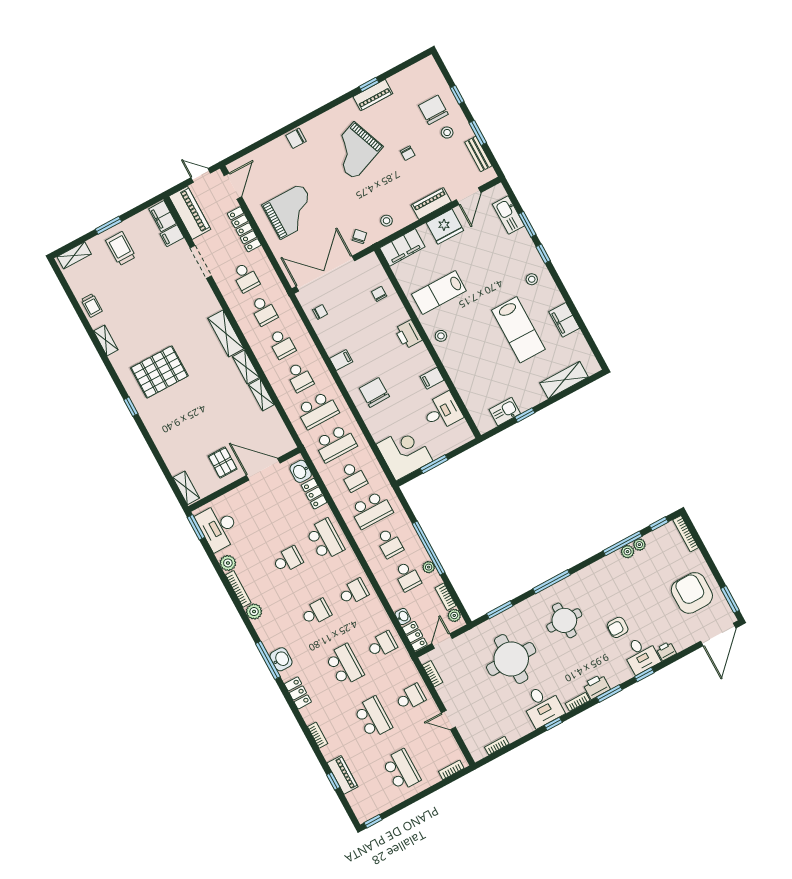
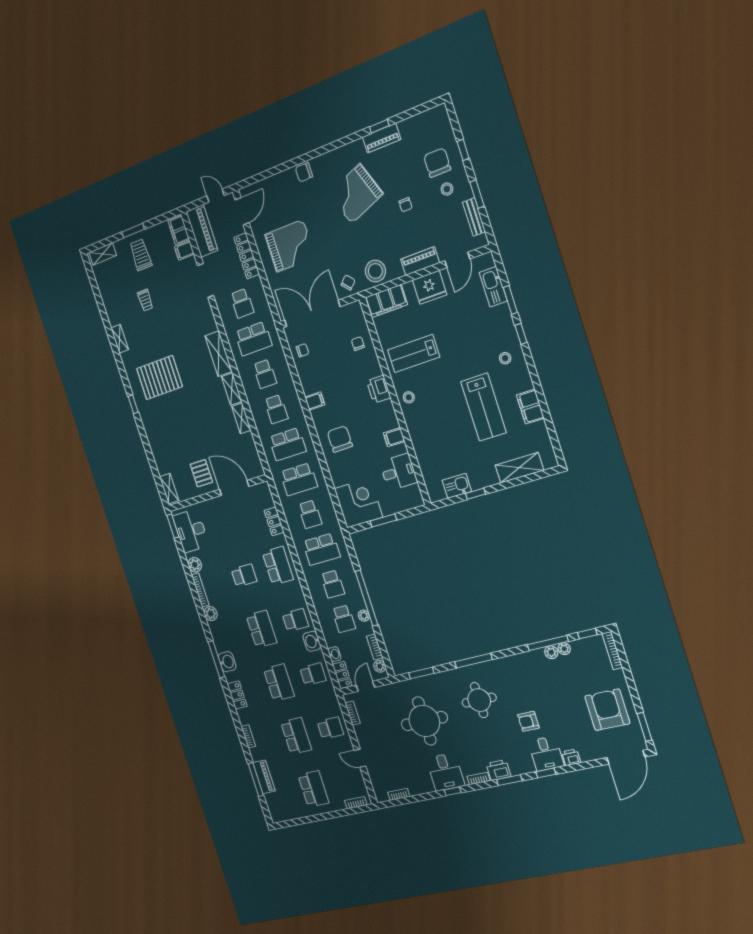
stool: (387, 221) -> (375, 271), width x1.89, depth x1.89
trolley: (92, 305) -> (145, 300), moved
school desk: (264, 311) -> (253, 339), width x1.85
washbasin: (301, 471) -> (312, 641), moved
school desk: (316, 612) -> (261, 629), width x1.85
window: (333, 781) -> (256, 780), width x2.17
window: (373, 821) -> (284, 824), removed

